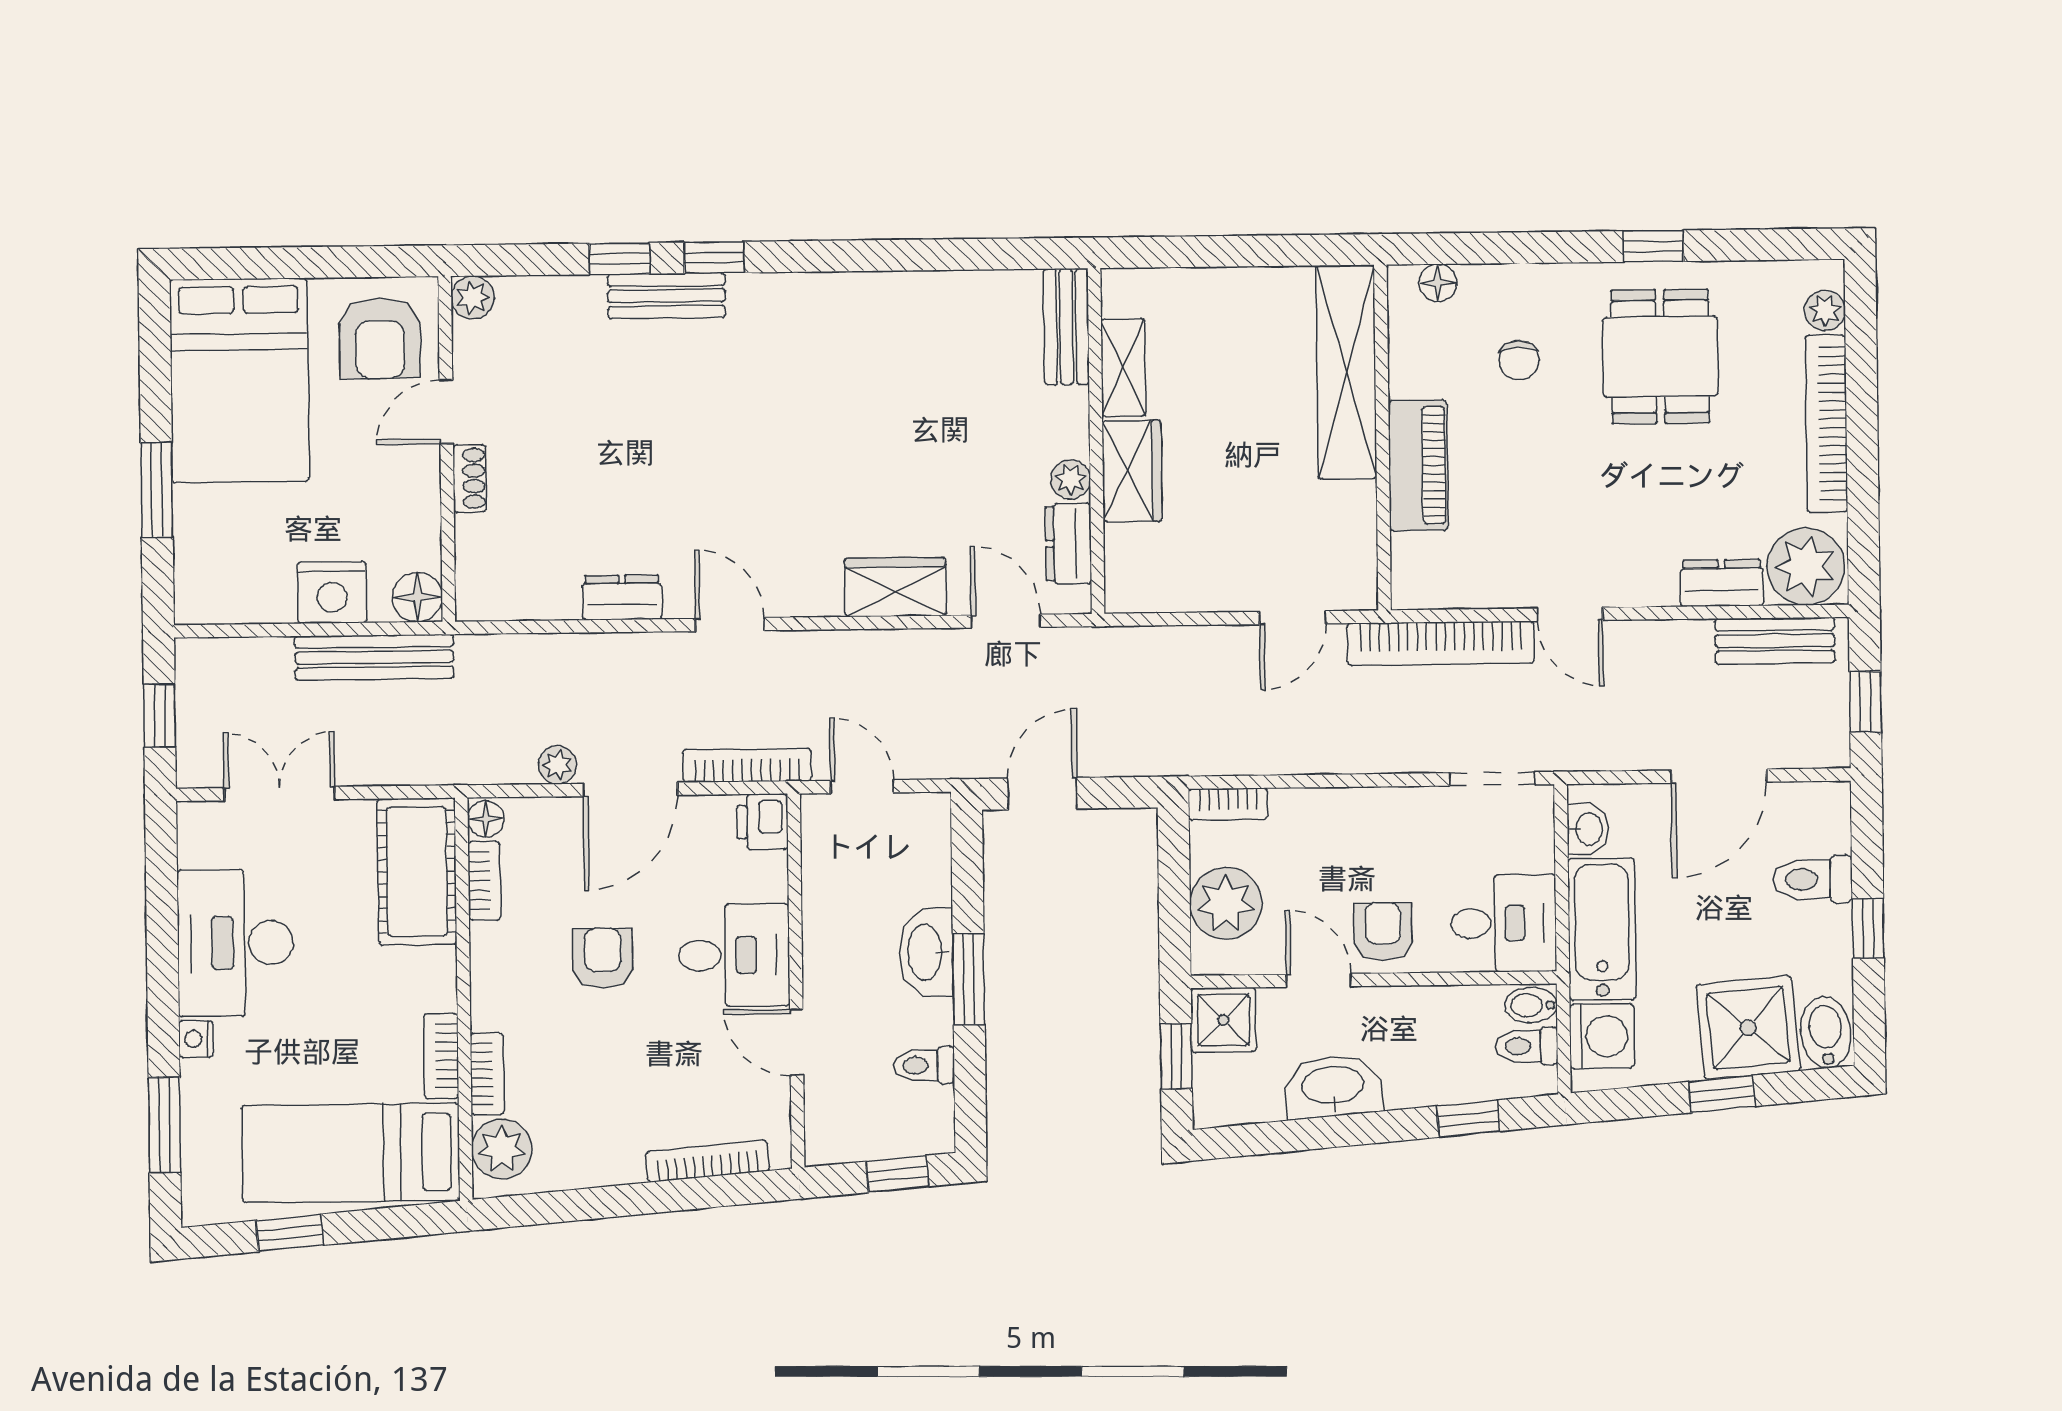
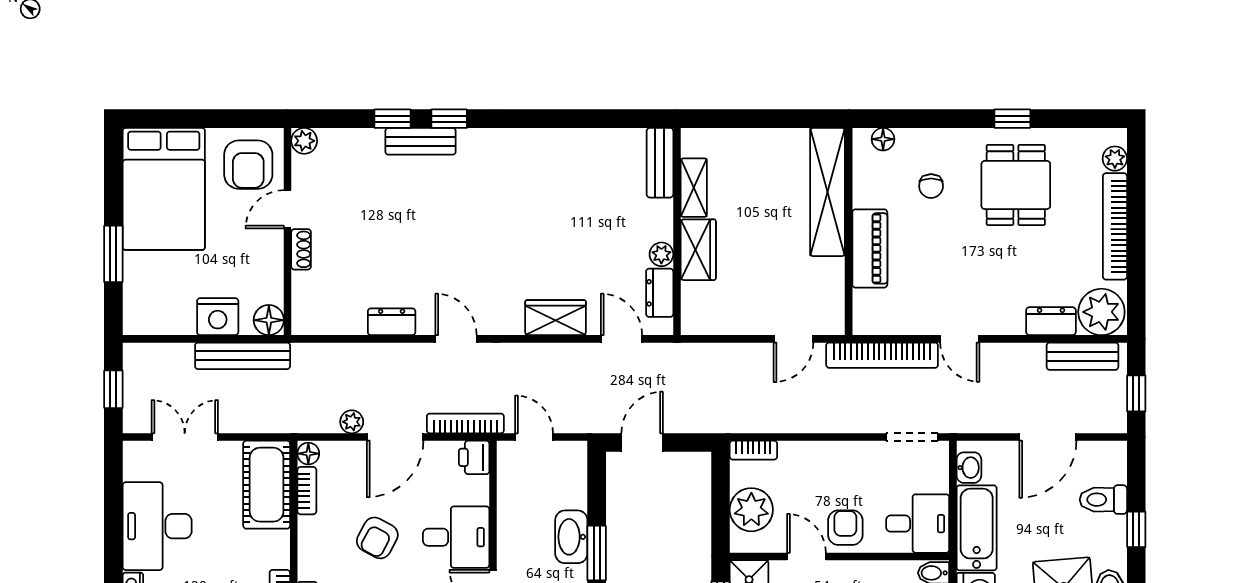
armchair: (603, 958) -> (377, 538), turned -152

